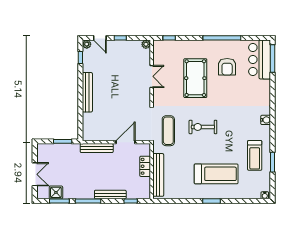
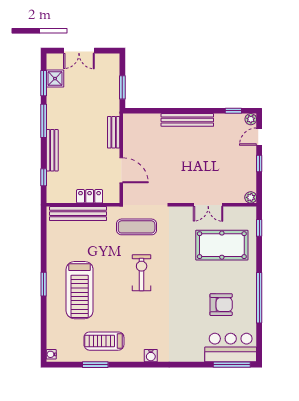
armchair: (227, 67) -> (221, 305), turned 180
pool table: (195, 78) -> (222, 245), moved
bench: (97, 148) -> (114, 132), width x0.73

